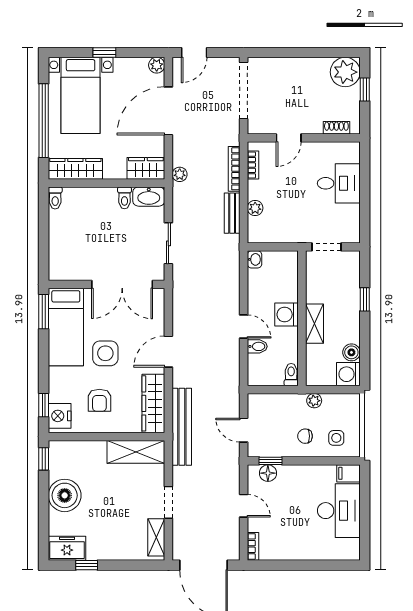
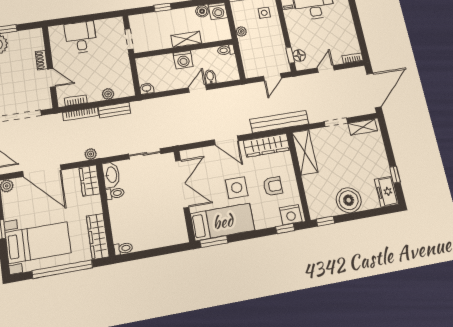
shoe rack: (336, 128) -> (41, 60), moved
chair: (305, 436) -> (268, 34), removed

